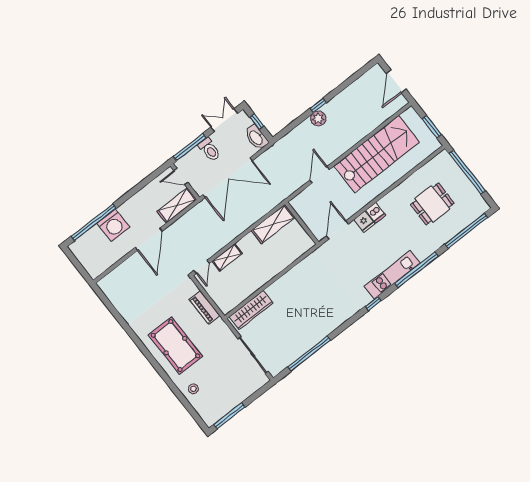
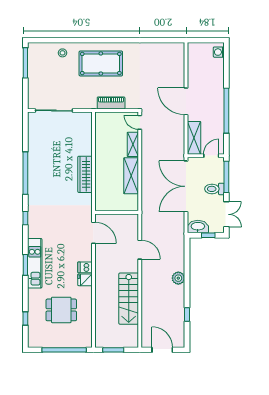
window: (318, 105) -> (187, 314), moved
stairs: (377, 154) -> (129, 299), width x0.73, depth x0.66
dining table: (432, 204) -> (61, 310), turned 90
window: (94, 222) -> (226, 111), moved
fridge: (364, 222) -> (85, 280), moved
shelving: (273, 224) -> (131, 176), moved
washing machine: (113, 225) -> (219, 52), moved, width x0.53, depth x0.53
window: (466, 231) -> (25, 319), width x0.32
window: (416, 270) -> (25, 265), width x0.47
kitchen unit: (392, 275) -> (35, 263), moved
wardrobe: (251, 310) -> (85, 174), moved
window: (309, 354) -> (25, 173), moved

